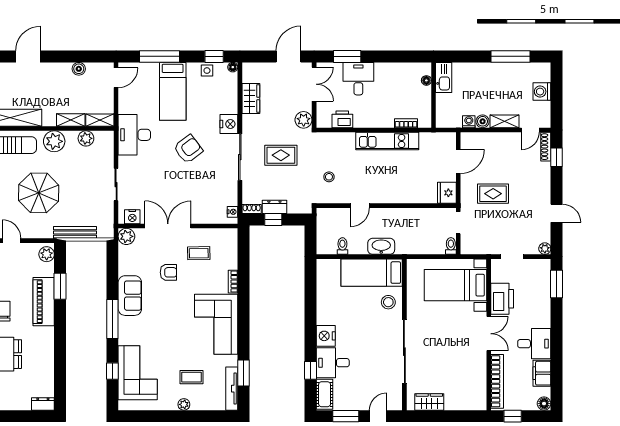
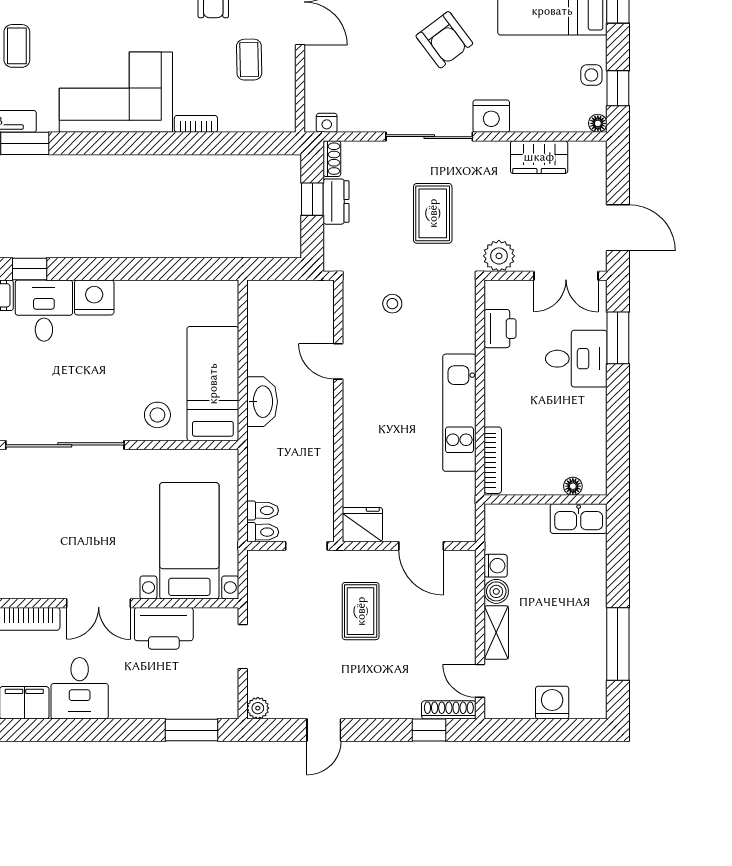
bookcase: (406, 123) -> (493, 460), width x1.56
toilet: (342, 246) -> (263, 510), moved

